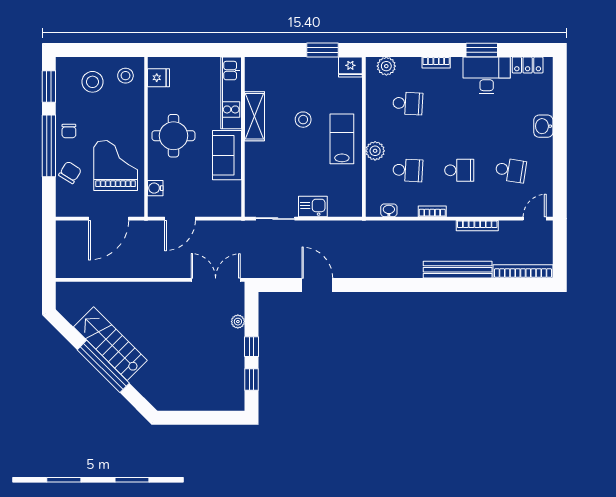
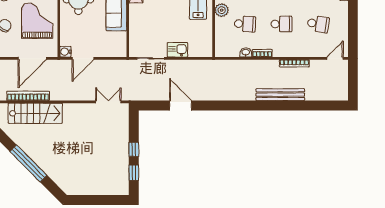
water cooler: (155, 188) -> (65, 52), moved
washbasin: (389, 210) -> (246, 52), moved
bookcase: (523, 271) -> (28, 96), moved
double door: (216, 280) -> (108, 102), width x0.73
plant: (238, 322) -> (124, 132), removed
stairs: (110, 344) -> (35, 113), moved, turned 135

